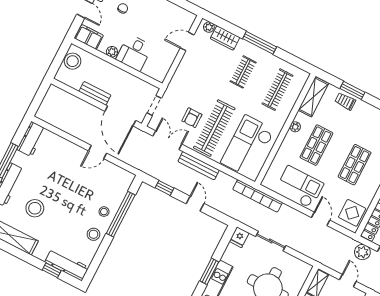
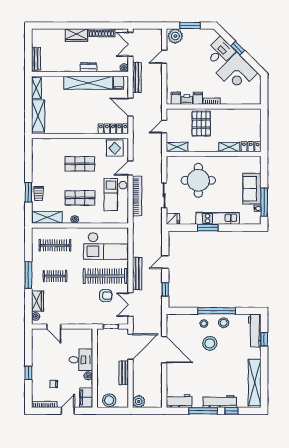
door: (98, 152) -> (164, 350), width x1.88
bookcase: (258, 196) -> (137, 196), moved
stool: (35, 208) -> (210, 343), moved
window: (121, 214) -> (217, 311), moved
plant: (362, 252) -> (139, 401), moved

